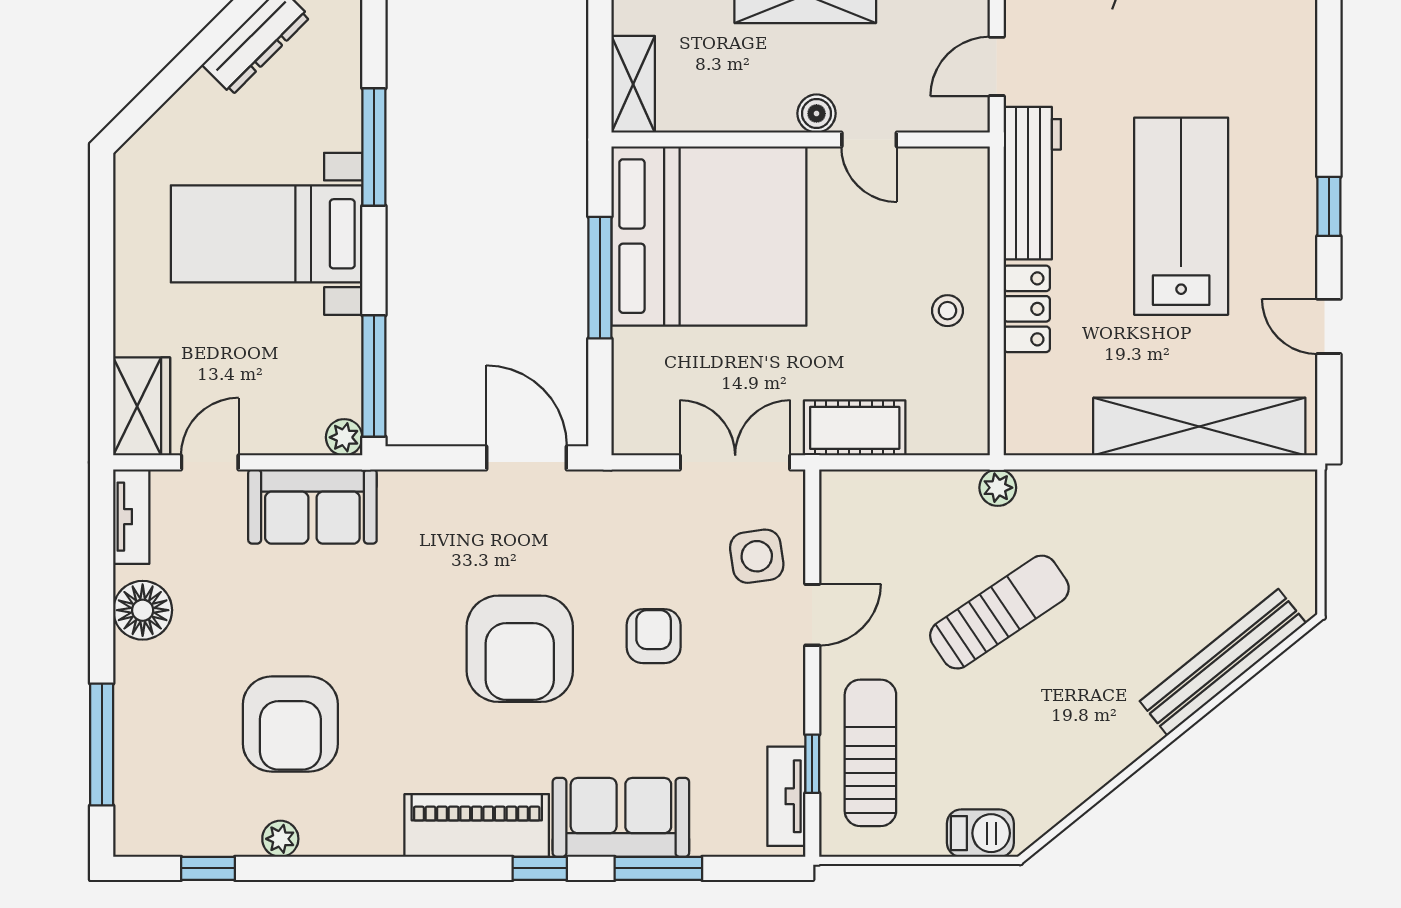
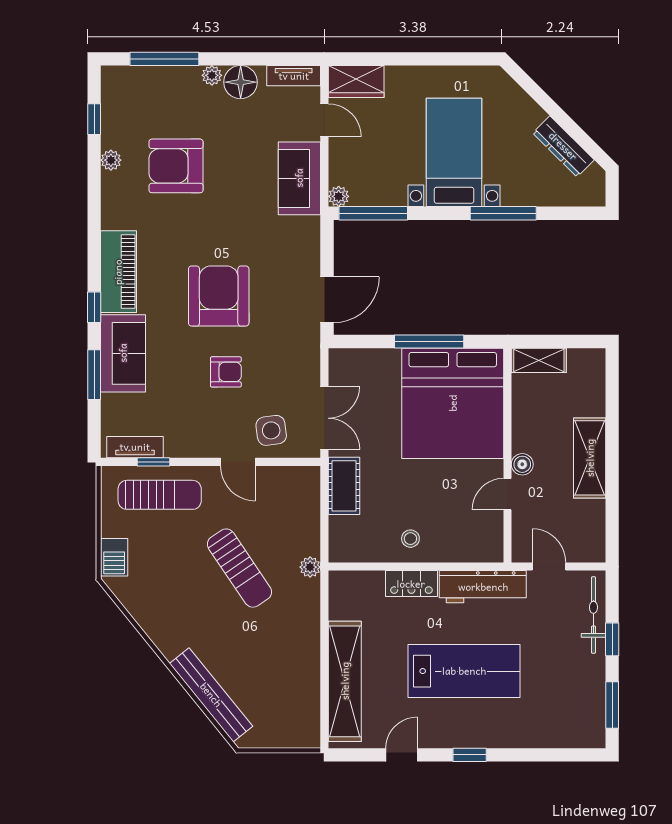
armchair: (520, 649) -> (219, 296), turned 90
plant: (131, 661) -> (212, 75), added

